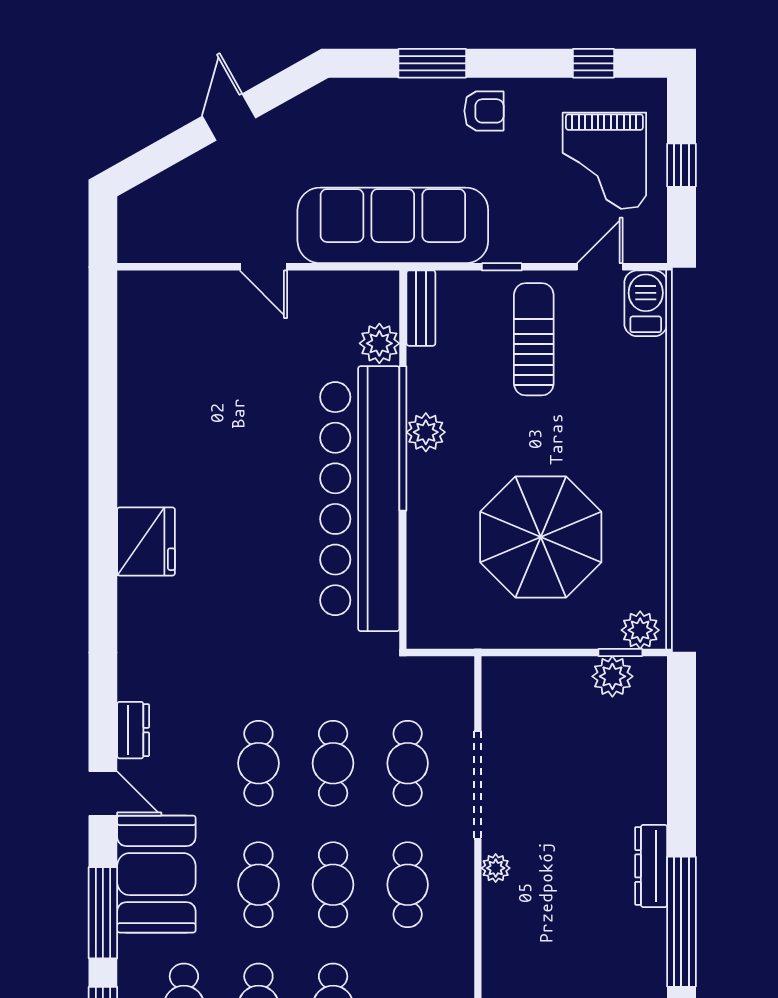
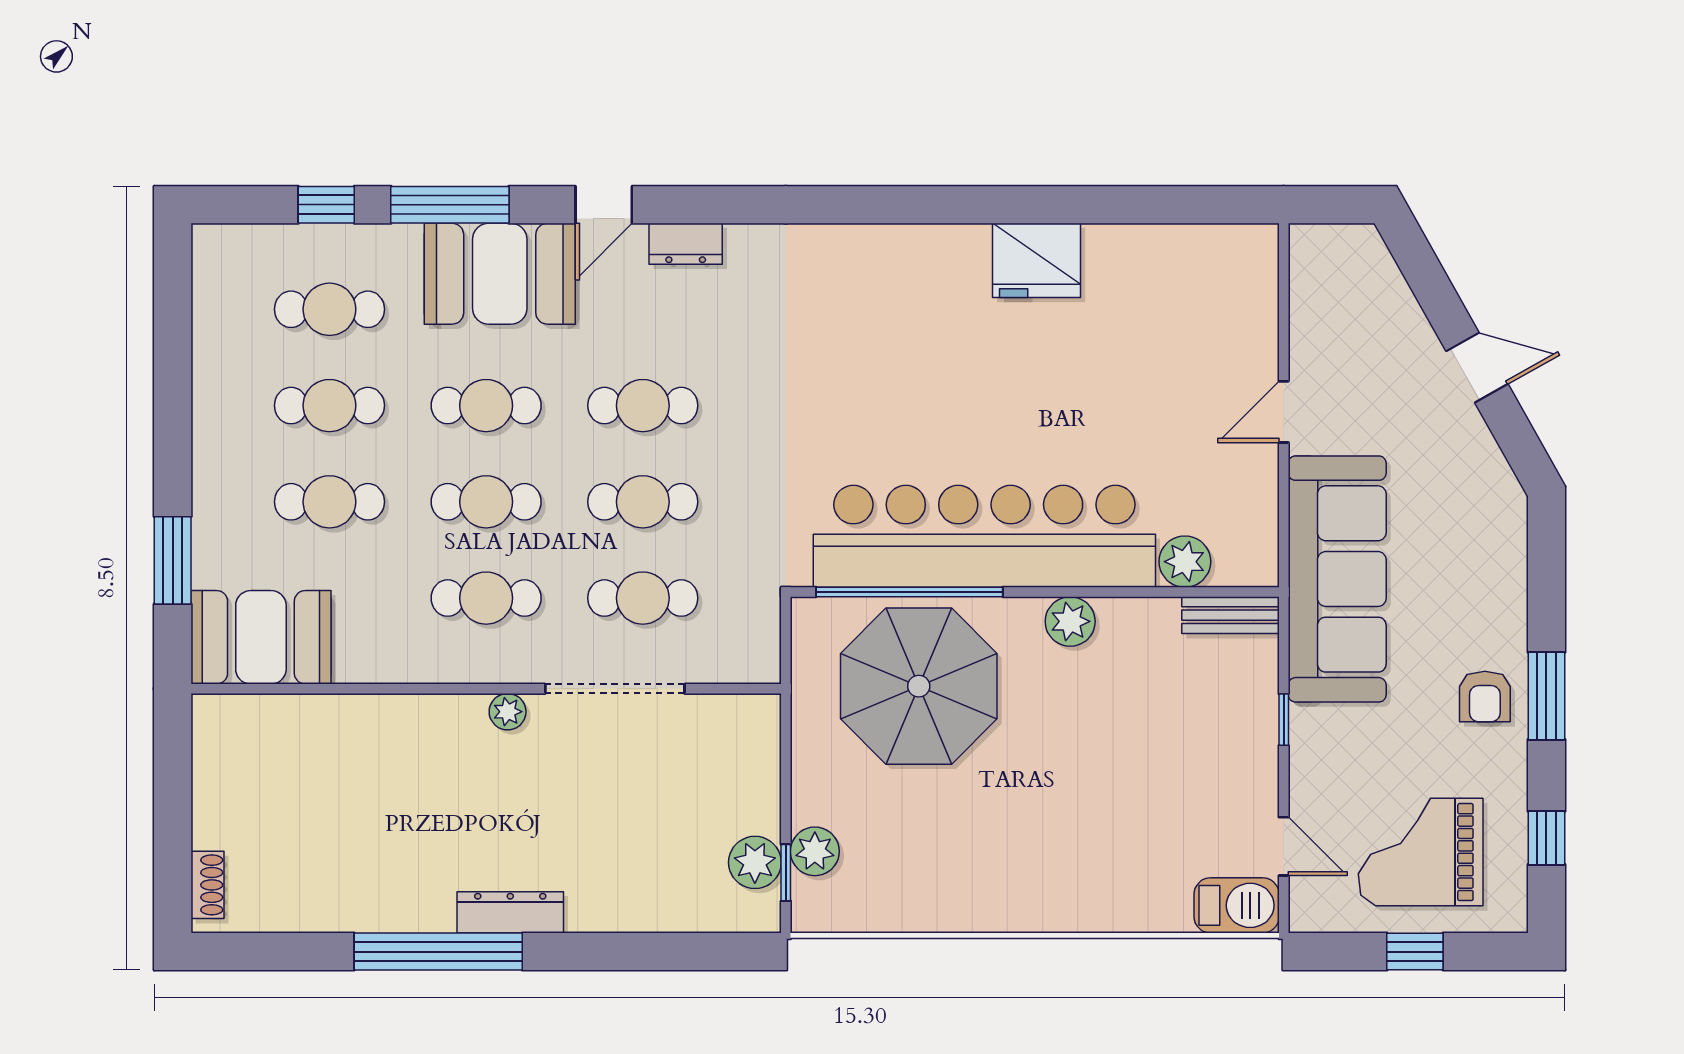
window: (432, 63) -> (1546, 696), moved
sun lounger: (534, 339) -> (1190, 761), removed
window: (403, 438) -> (909, 592), moved
parasol: (541, 537) -> (919, 686), moved
fridge: (146, 541) -> (1037, 260), moved
plant: (640, 630) -> (815, 851), moved

